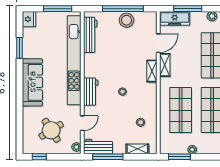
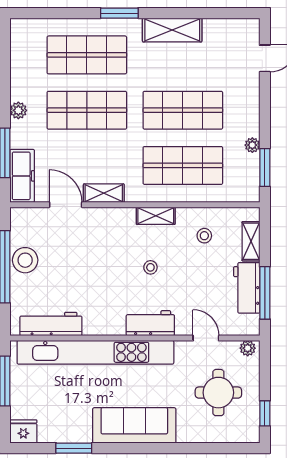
shelving: (152, 71) -> (156, 216), moved
round table: (51, 130) -> (218, 393), turned 32
workbench: (98, 146) -> (247, 288), moved

